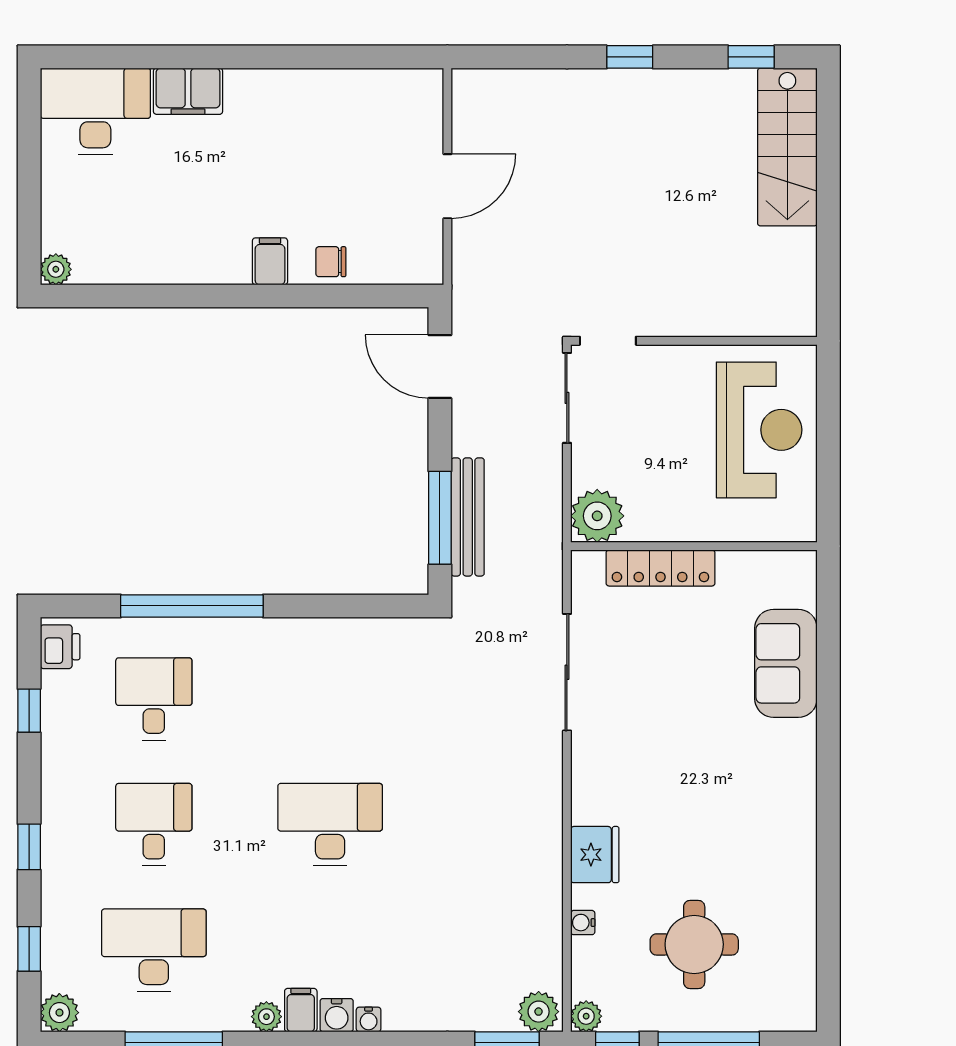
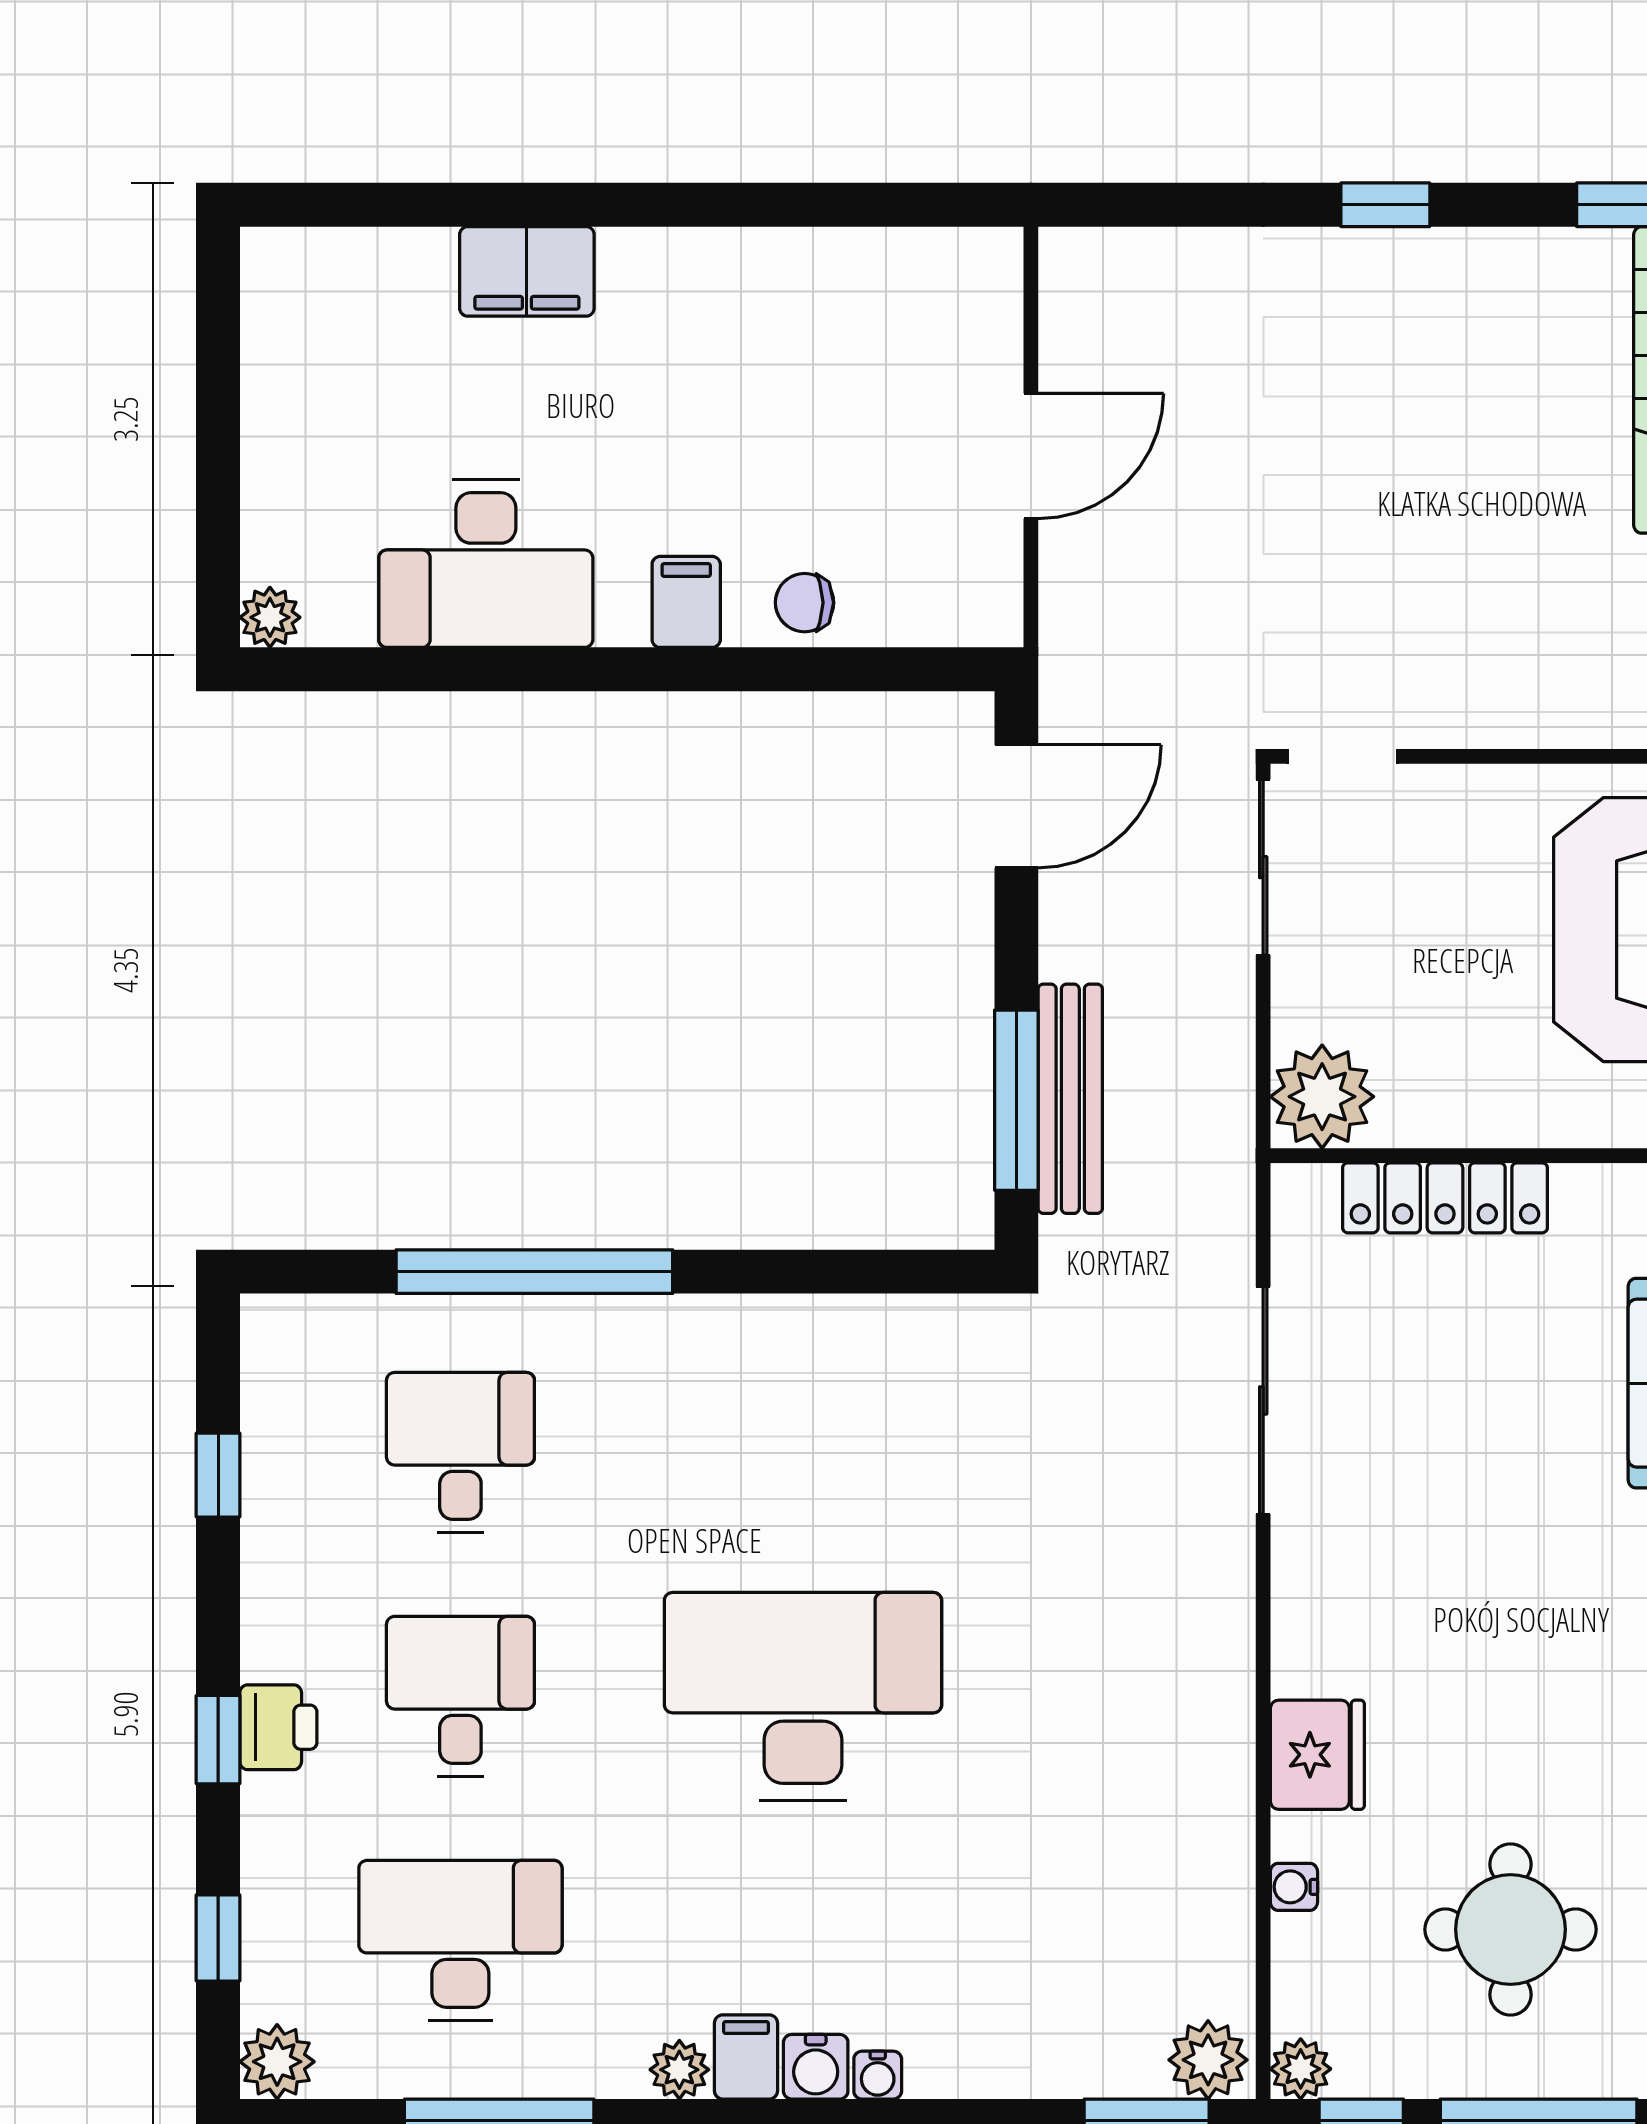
desk: (95, 111) -> (486, 563), moved, turned 180
door: (440, 367) -> (1016, 806), swing flipped
printer: (60, 647) -> (278, 1727), moved
desk: (330, 824) -> (803, 1696), width x1.36, depth x1.30

